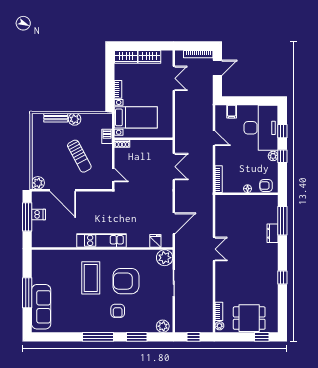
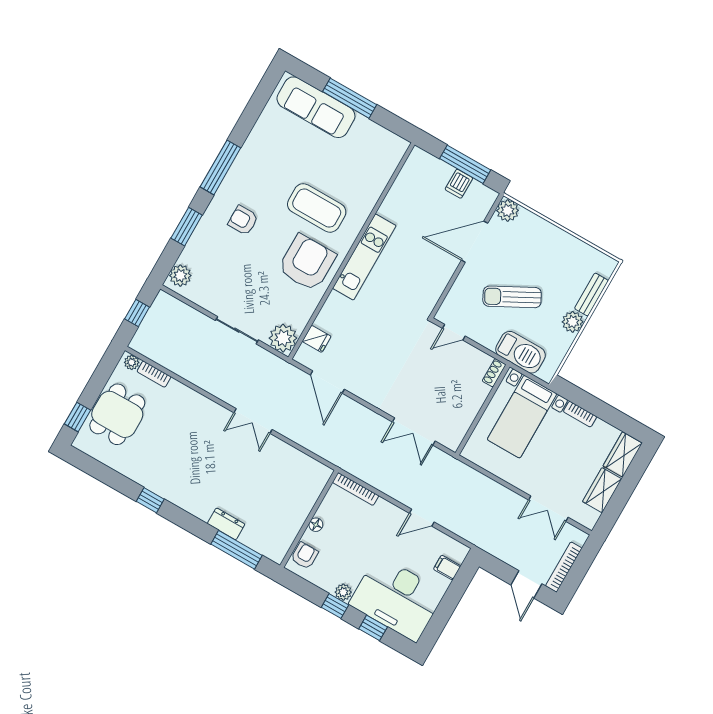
barbecue: (107, 136) -> (521, 352), width x1.88, depth x1.53
armchair: (126, 281) -> (307, 263), moved

